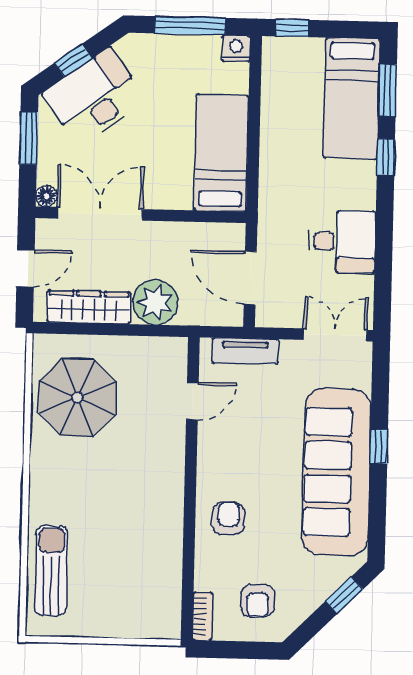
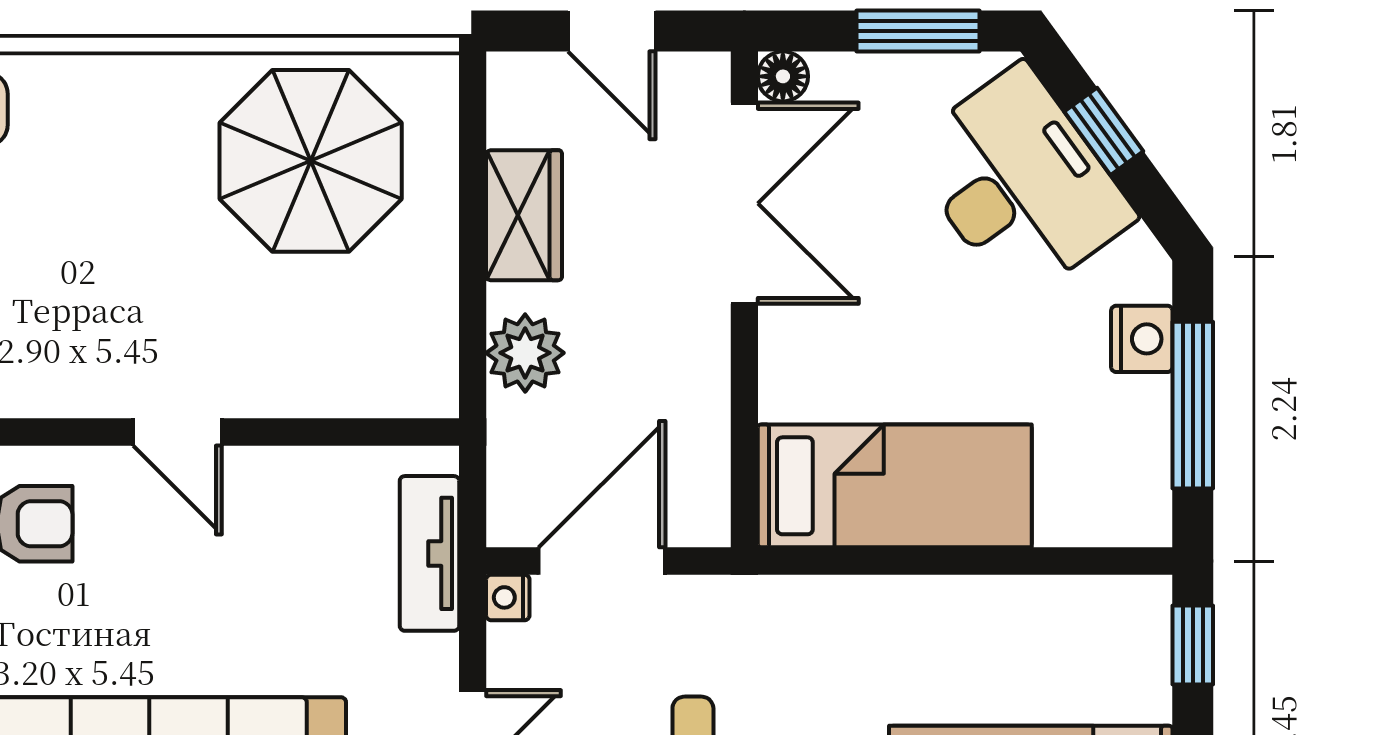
nightstand: (236, 48) -> (1142, 339), moved
plant: (155, 302) -> (525, 353), width x0.73, depth x0.73
wardrobe: (89, 307) -> (524, 215), width x0.67
nightstand: (265, 318) -> (508, 597), added
door: (192, 401) -> (177, 432), moved

